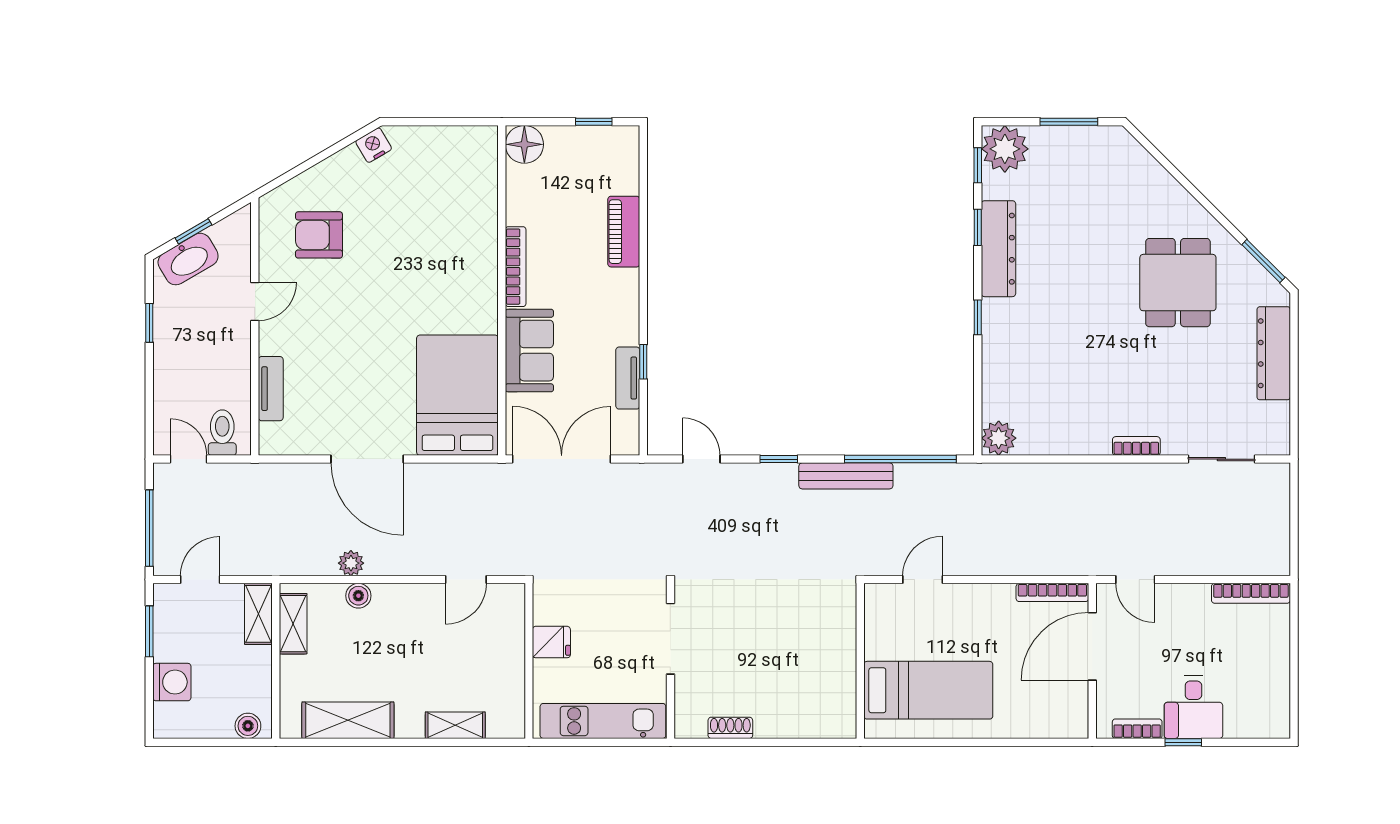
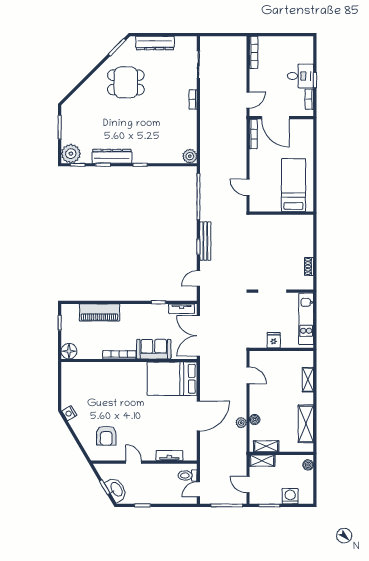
piano: (624, 232) -> (100, 312), width x1.37, depth x1.33
tv unit: (628, 378) -> (182, 309), moved
bench: (846, 476) -> (205, 241), moved

